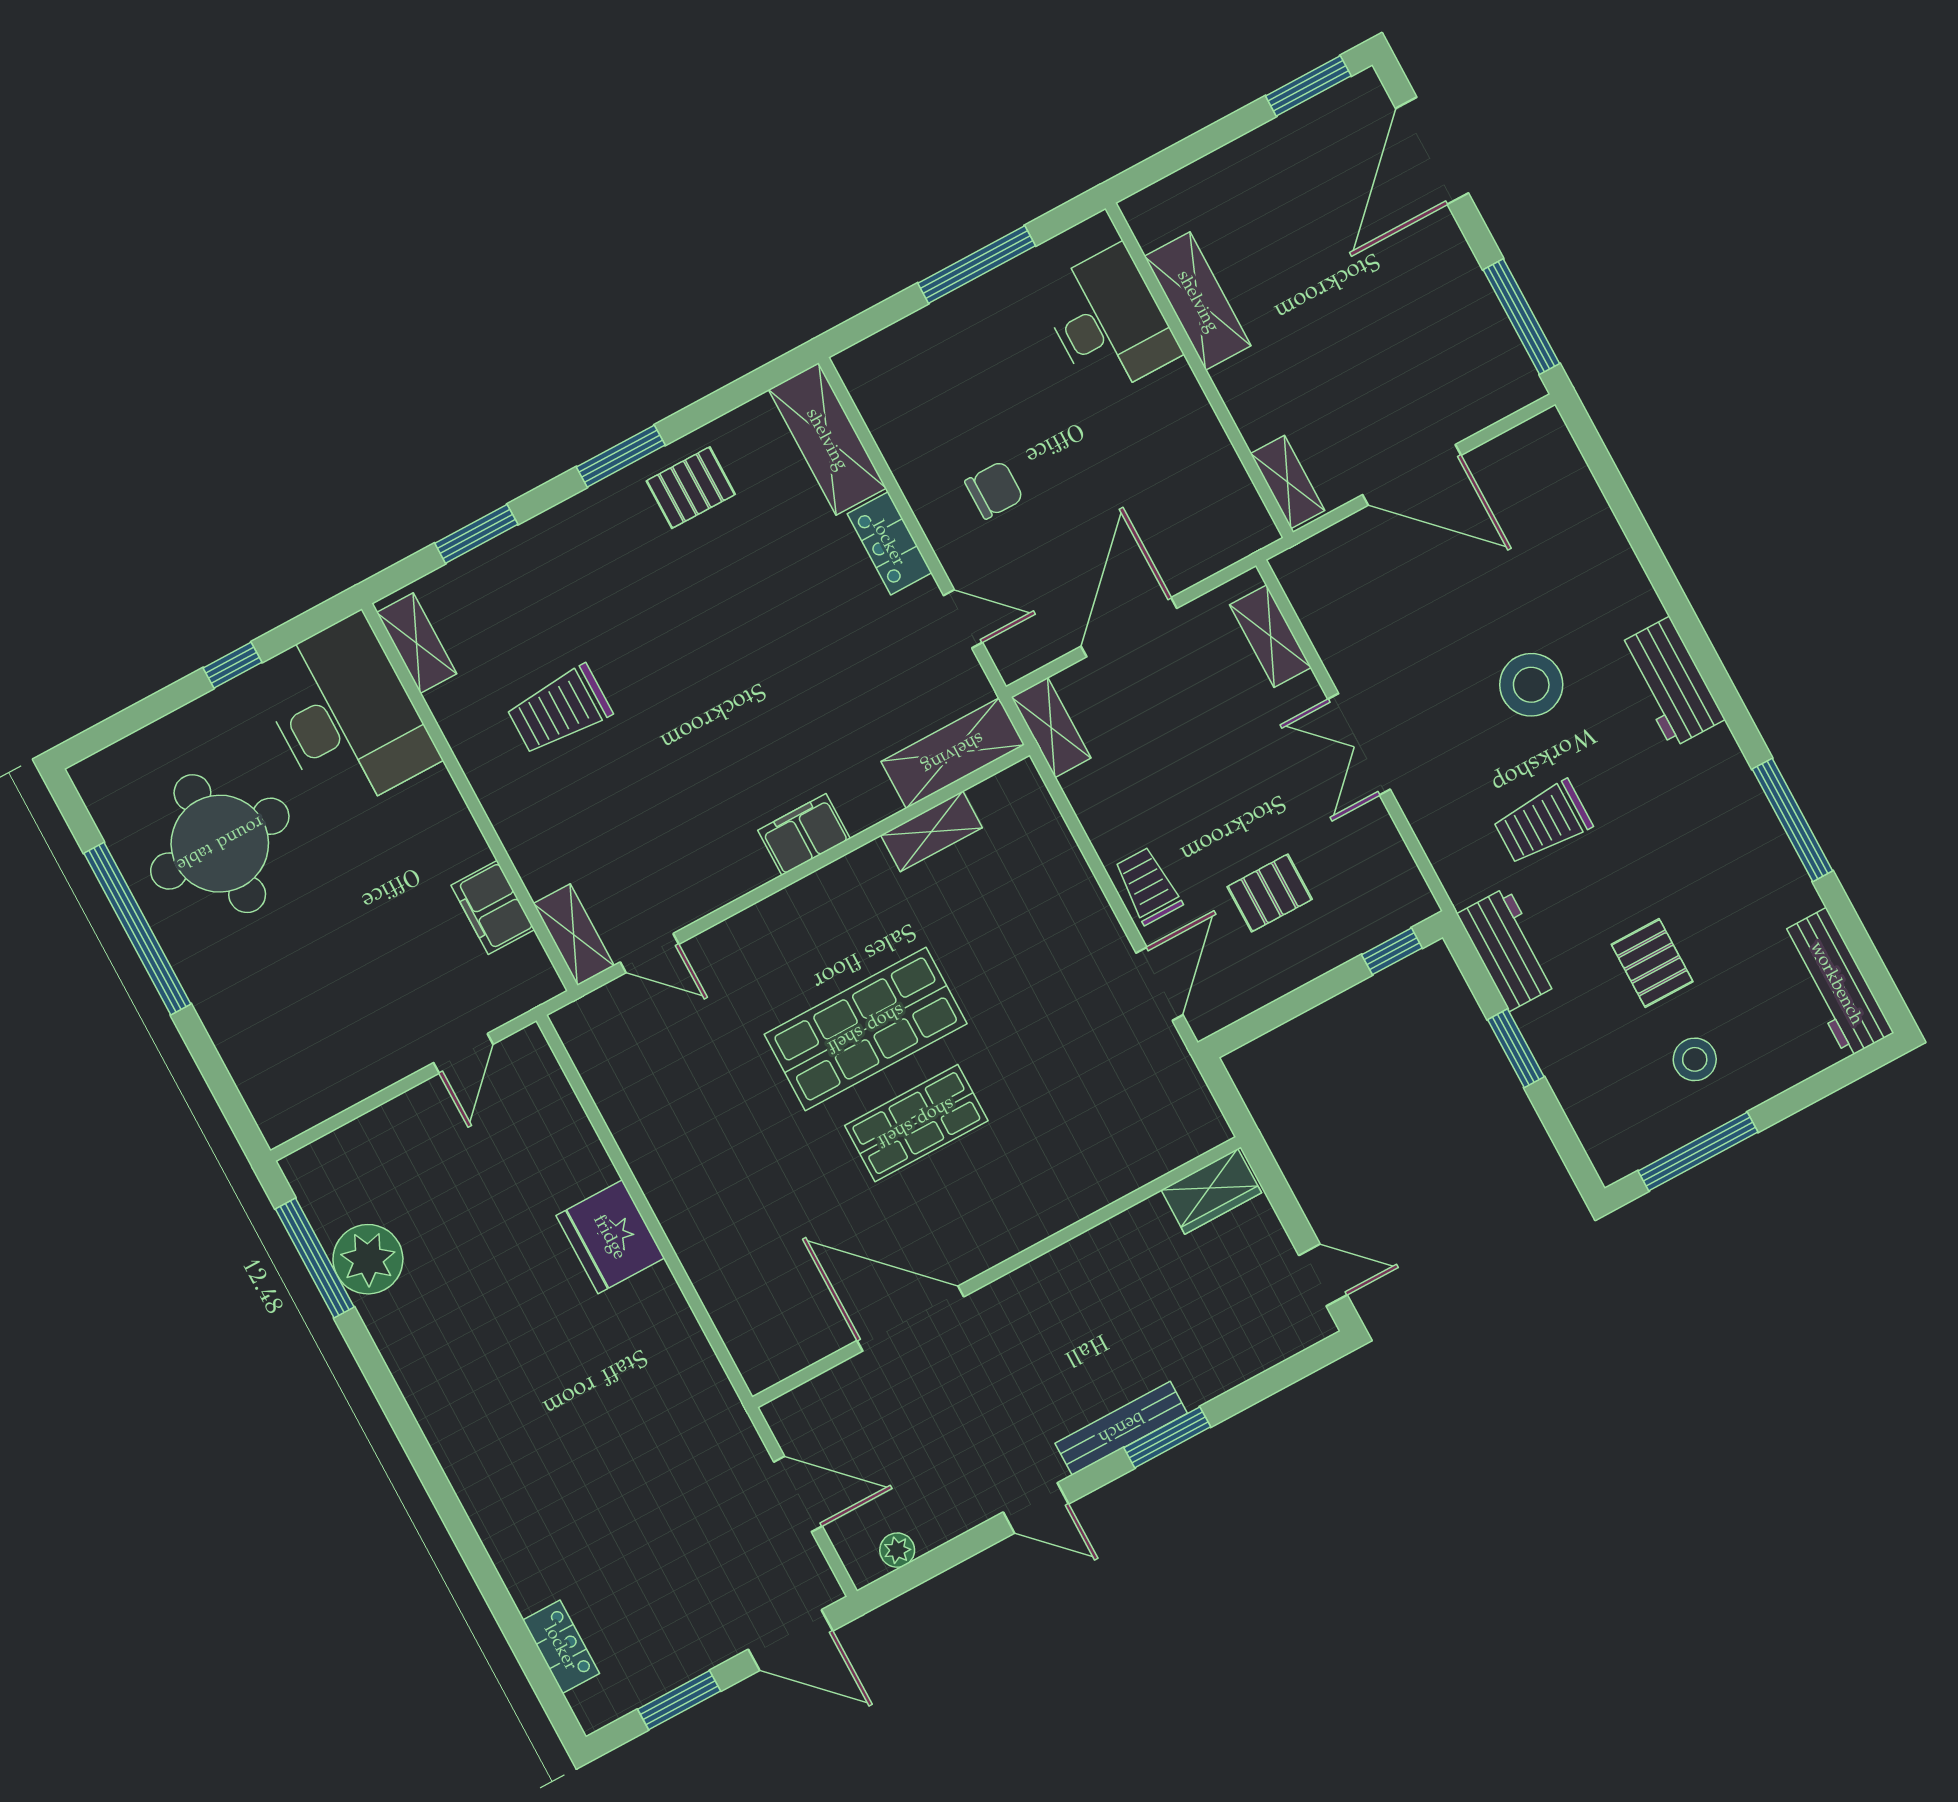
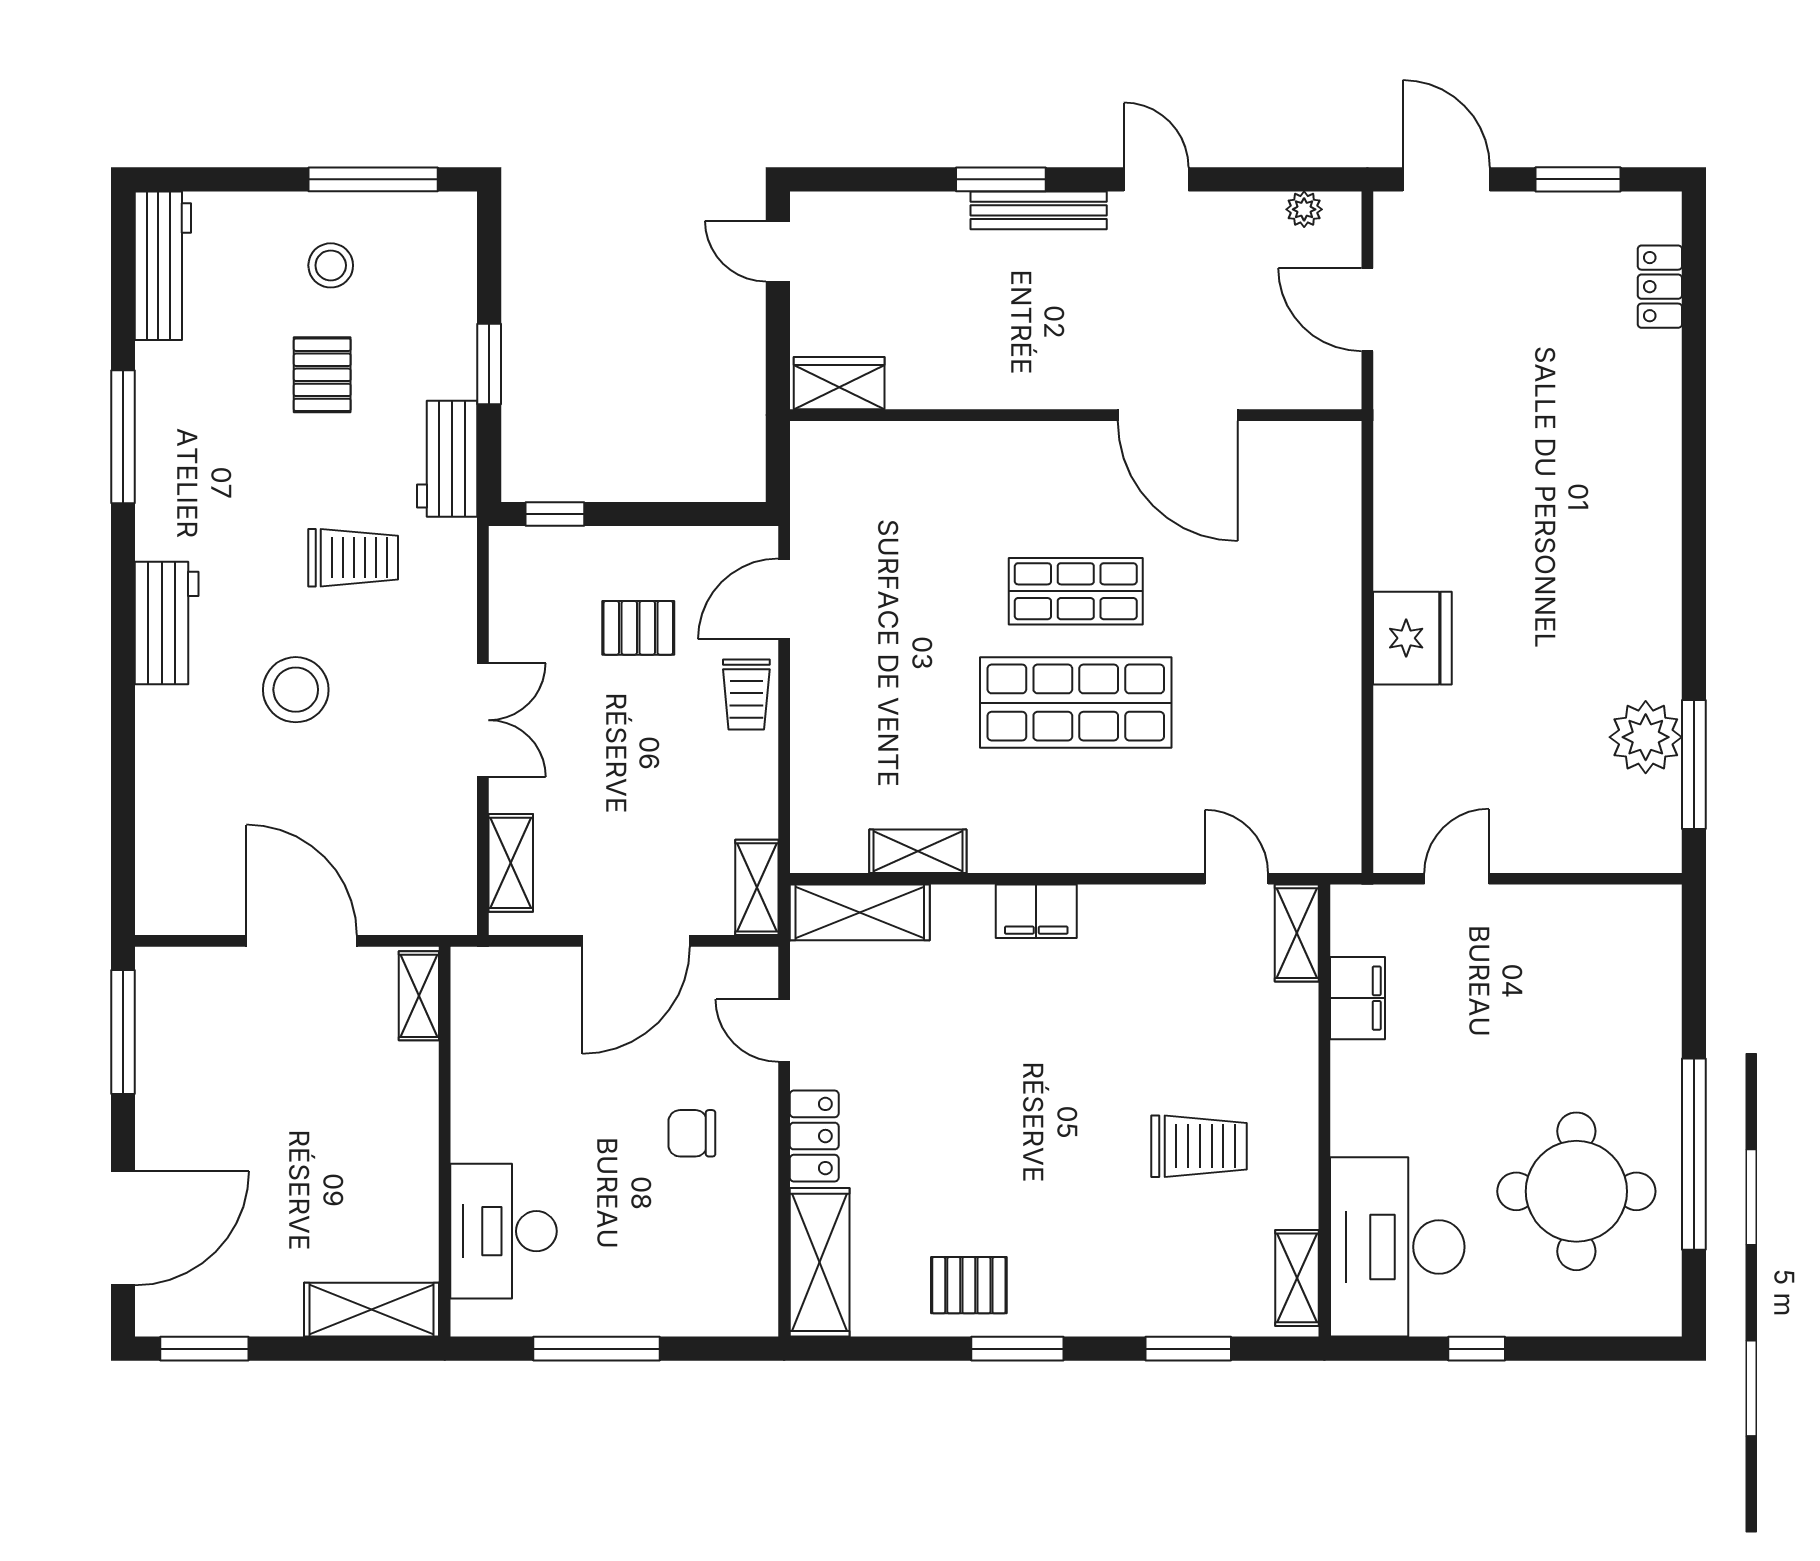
shelving: (1198, 301) -> (372, 1310), moved, turned 90

